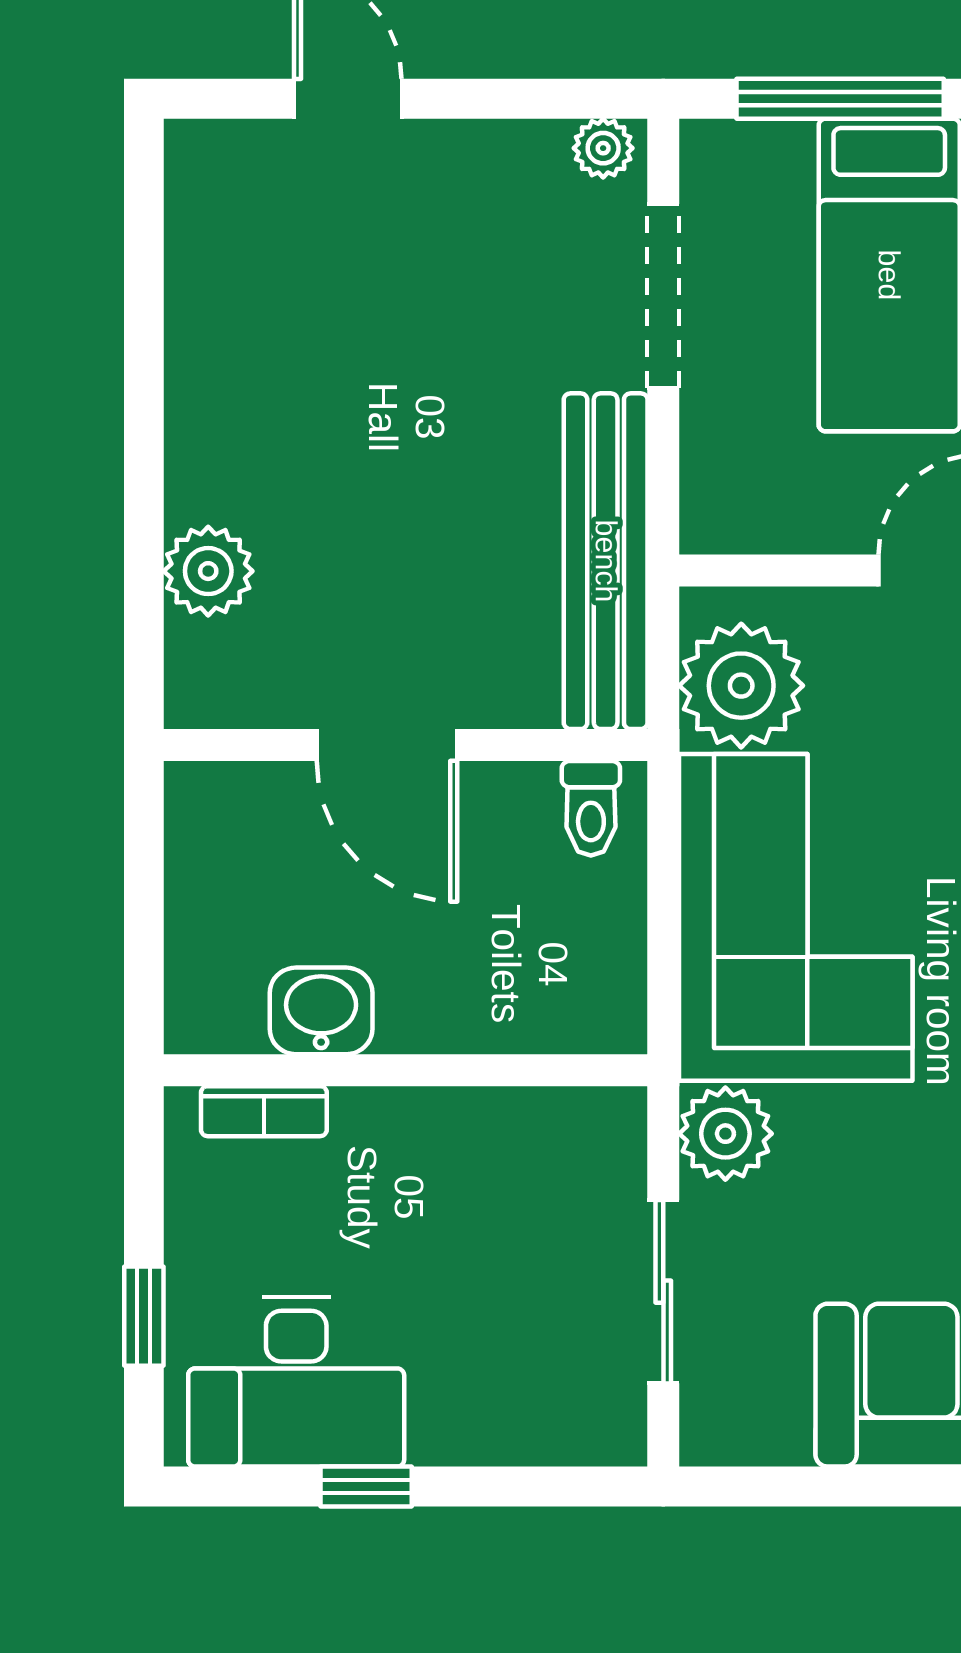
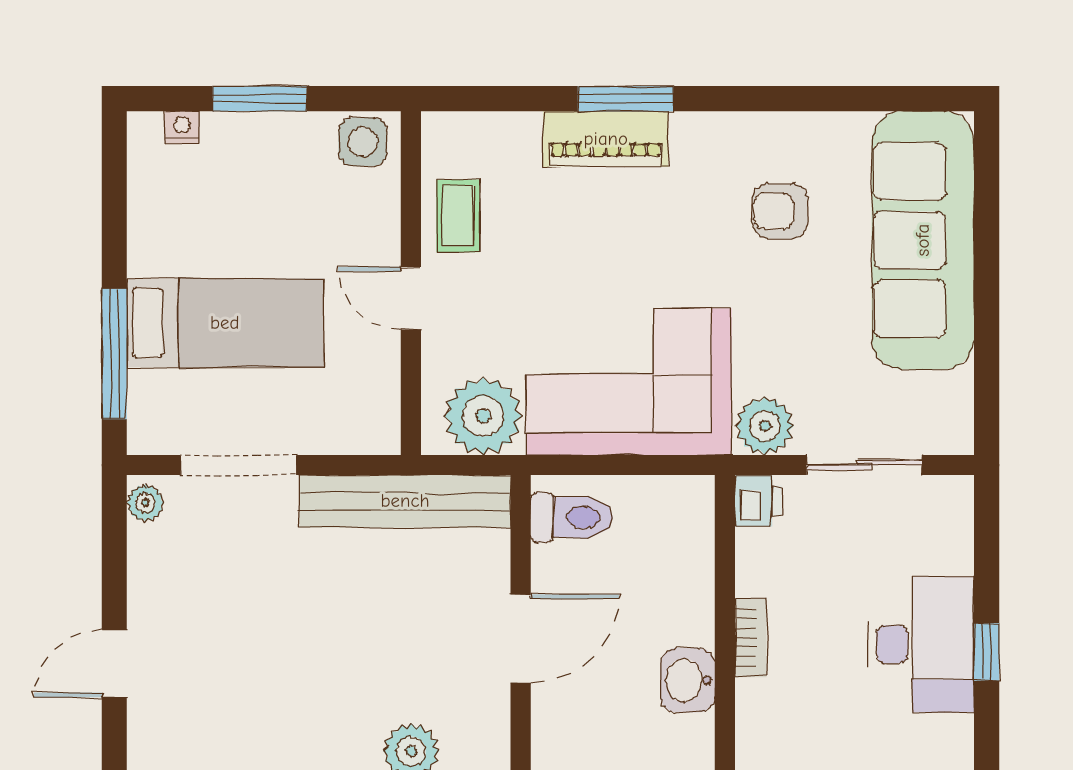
toilet: (591, 808) -> (572, 517), width x1.37, depth x1.39
bookcase: (264, 1111) -> (751, 638), moved
printer: (607, 1123) -> (758, 501), added
desk: (296, 1382) -> (921, 644), moved

